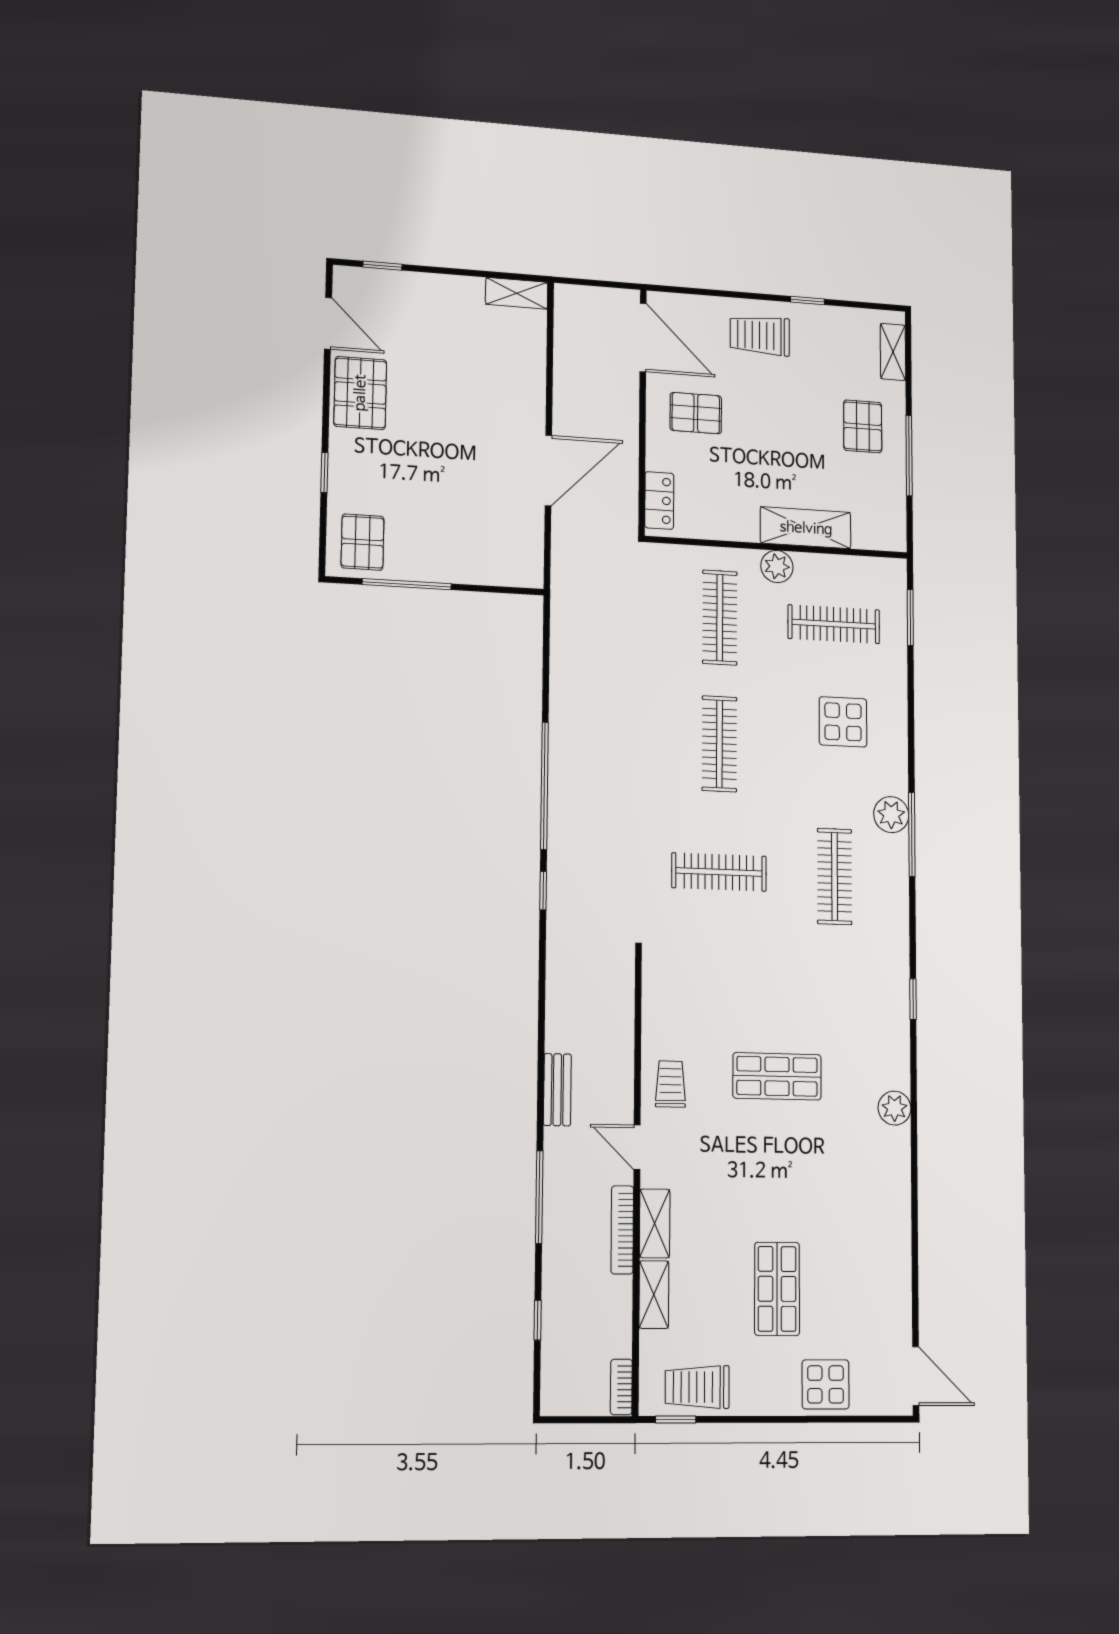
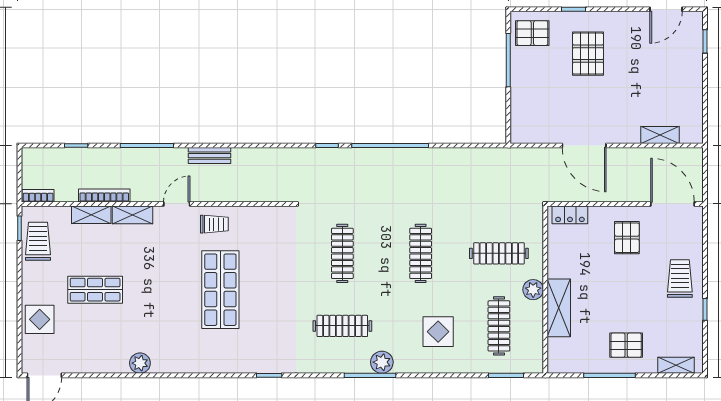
shelving: (517, 293) -> (660, 135), moved, turned 90
door: (643, 338) -> (673, 204), swing flipped
pallet: (360, 393) -> (588, 54), moved, turned 90
clothes rail: (719, 744) -> (421, 253), turned 90
shop shelf: (777, 1076) -> (220, 290), width x1.43, depth x1.36
plant: (895, 1108) -> (140, 363), moved
bookcase: (622, 1230) -> (104, 195), moved

